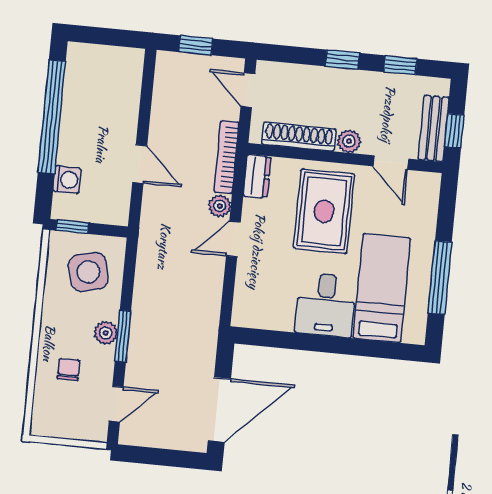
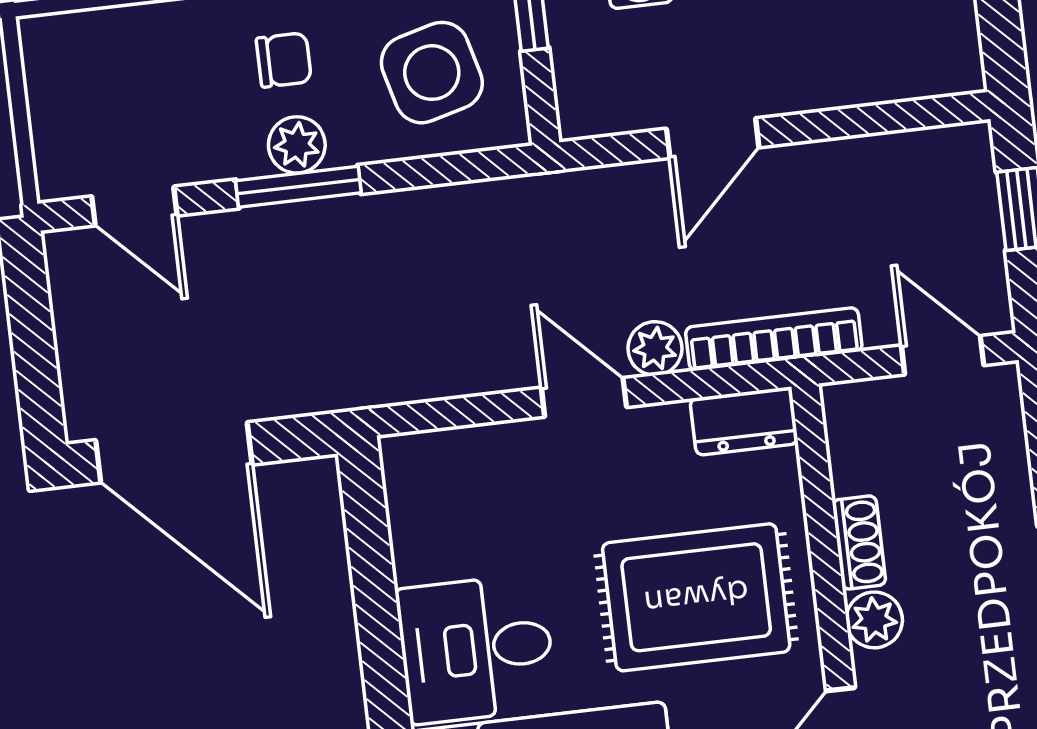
door: (248, 90) -> (943, 355), hinge flipped
shoe rack: (299, 137) -> (859, 542), width x0.51, depth x0.81
chair: (68, 369) -> (284, 60), moved

